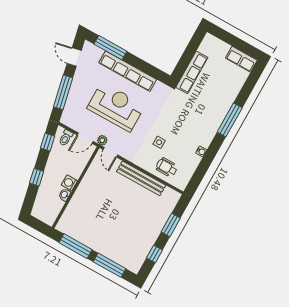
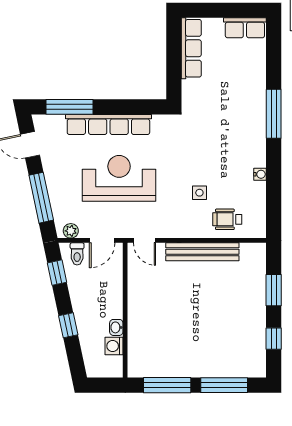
row of seats: (192, 72) -> (191, 48), moved
plant: (102, 140) -> (71, 231), moved
washing machine: (69, 183) -> (114, 346), moved

